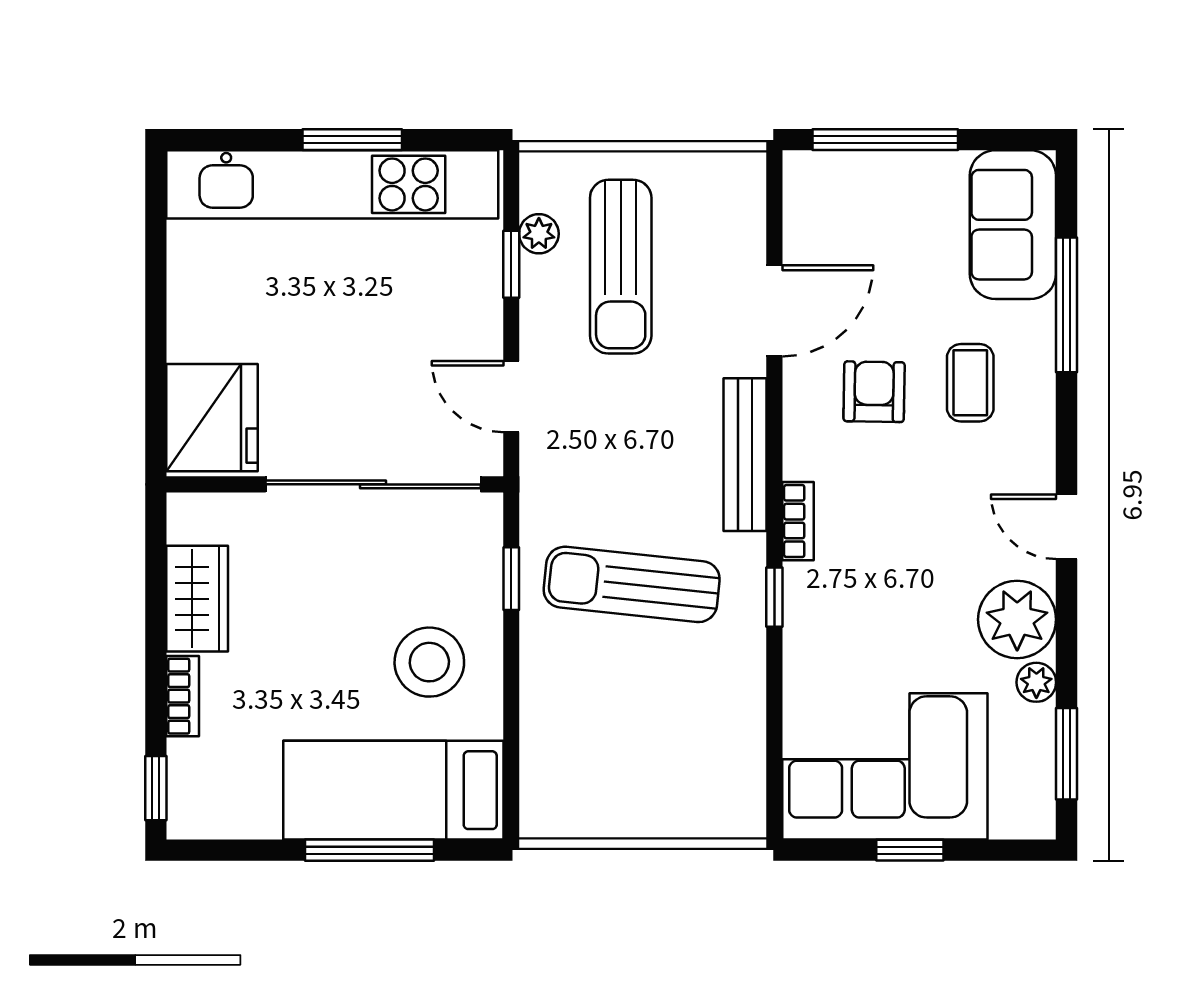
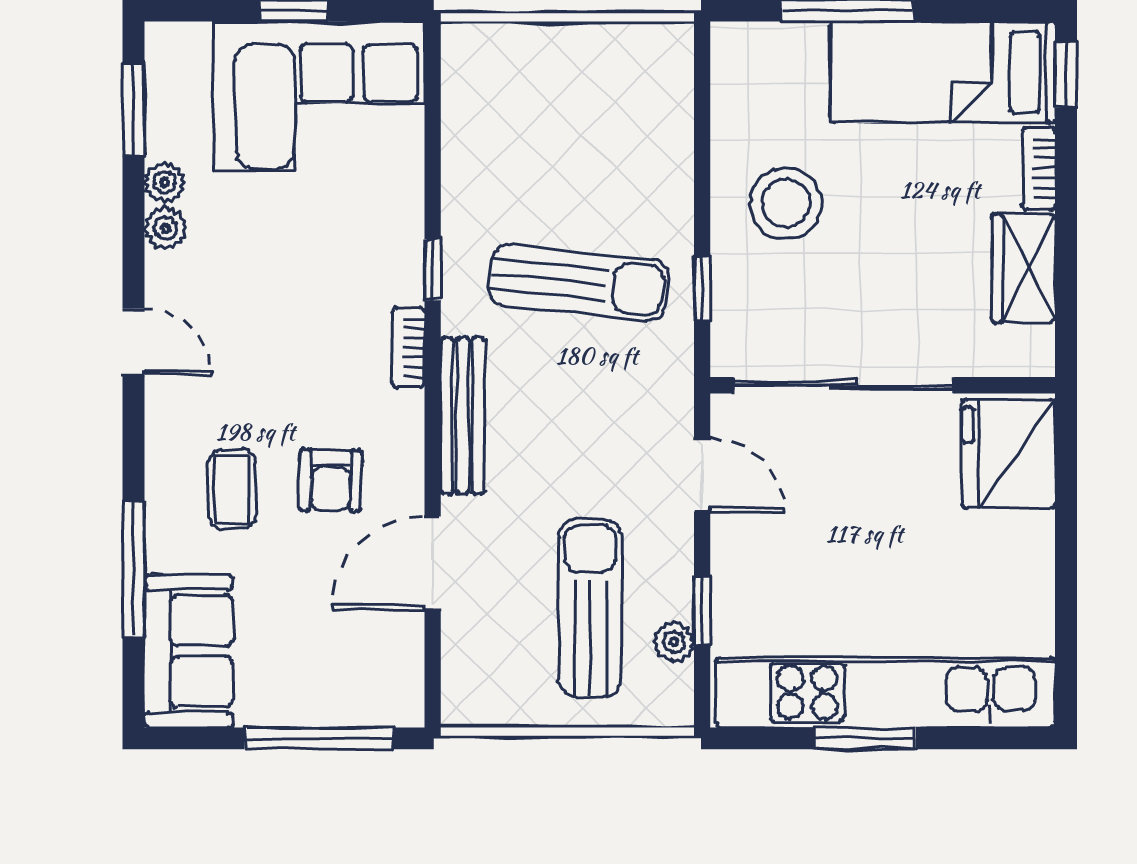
plant: (1017, 619) -> (166, 228), width x0.53, depth x0.53
bed: (393, 790) -> (943, 72), moved, turned 180

